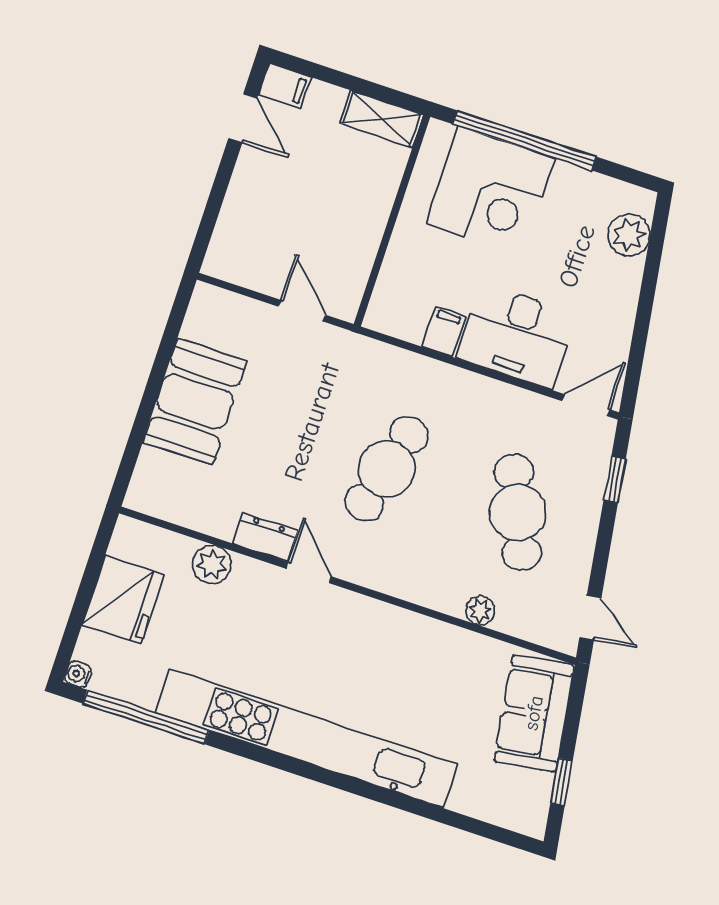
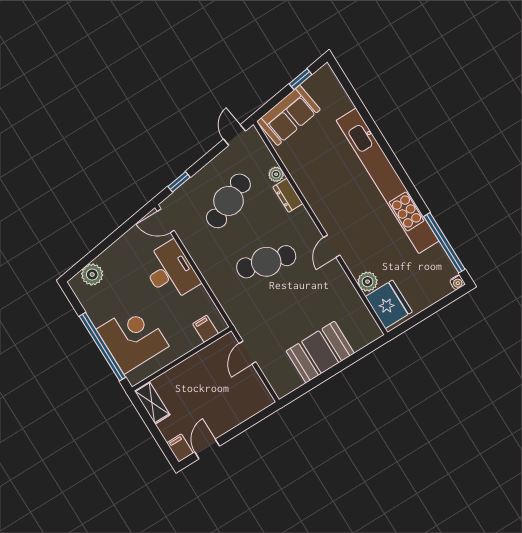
filing cabinet: (444, 331) -> (205, 329), moved, turned 90
dresser: (265, 537) -> (288, 195), moved
fridge: (123, 600) -> (389, 304), moved, turned 90

